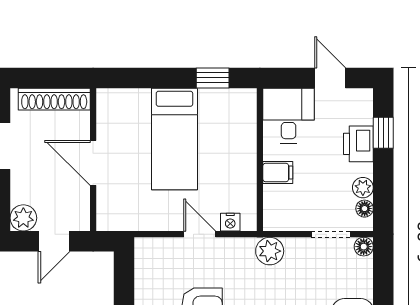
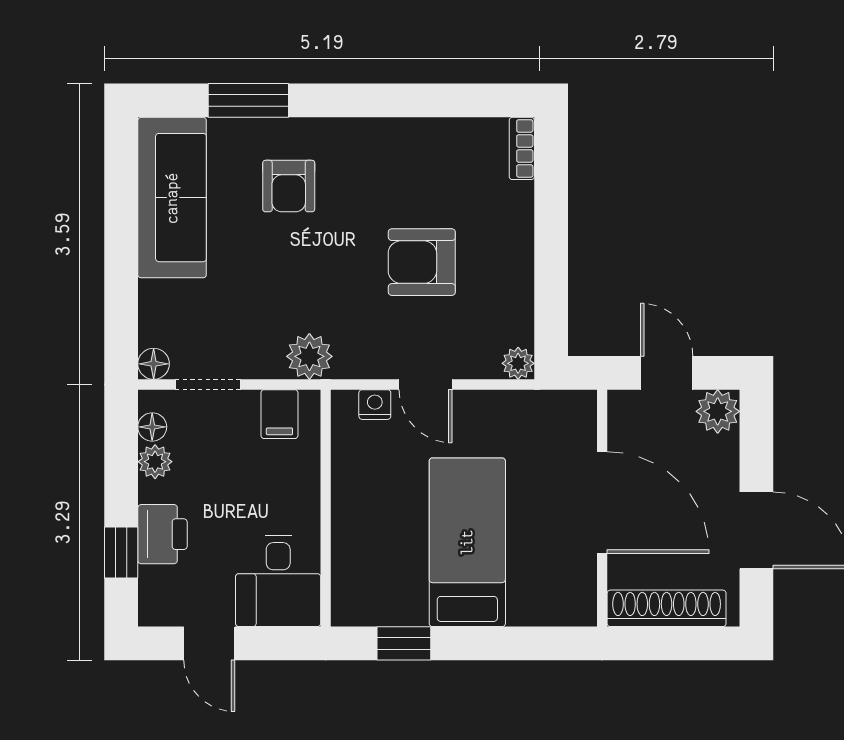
door: (93, 163) -> (602, 503), width x1.36
filing cabinet: (278, 172) -> (279, 414), moved, turned -90
door: (54, 241) -> (667, 373), hinge flipped
plant: (144, 247) -> (518, 363), added

